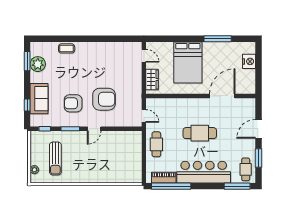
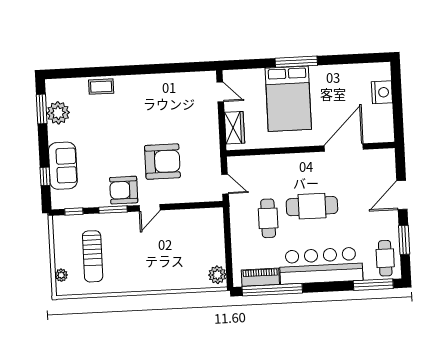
window: (218, 39) -> (296, 62), moved
armchair: (73, 103) -> (124, 190), moved
cafe table: (156, 144) -> (268, 218), moved
plant: (136, 175) -> (217, 275), added

